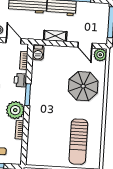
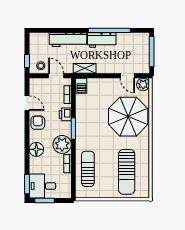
shelving: (55, 36) -> (85, 68), moved
parasol: (83, 86) -> (128, 117), width x1.36, depth x1.36
sun lounger: (40, 136) -> (88, 169), added

